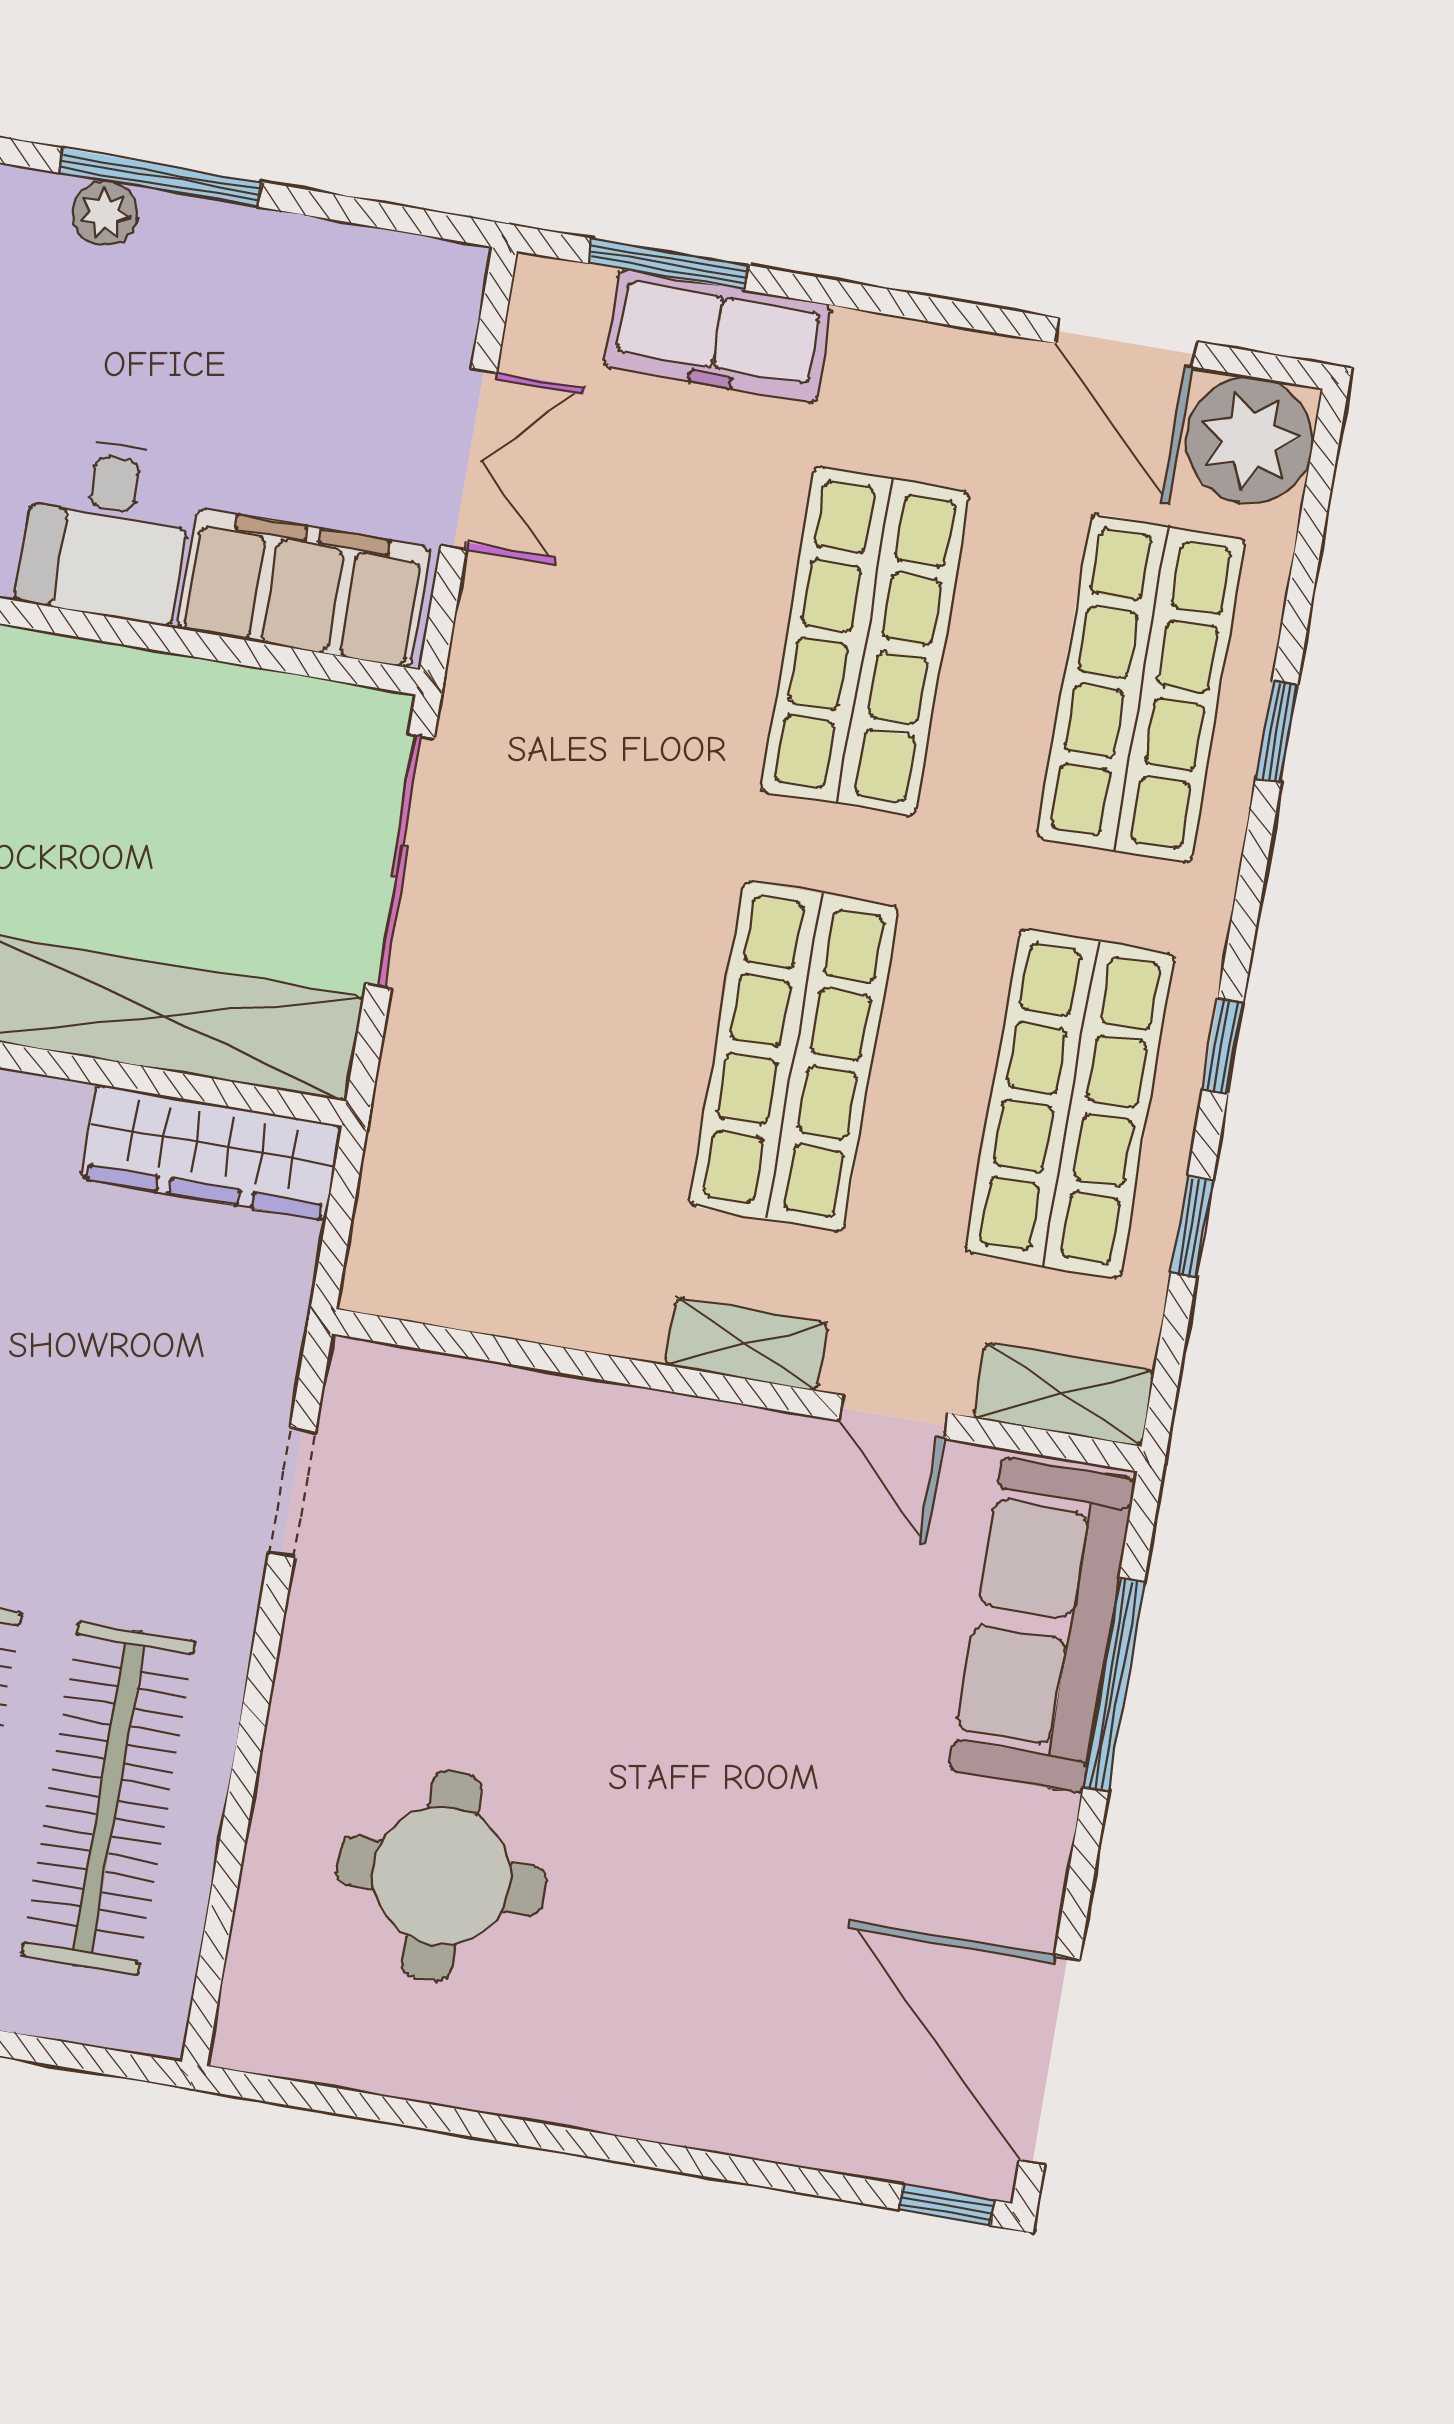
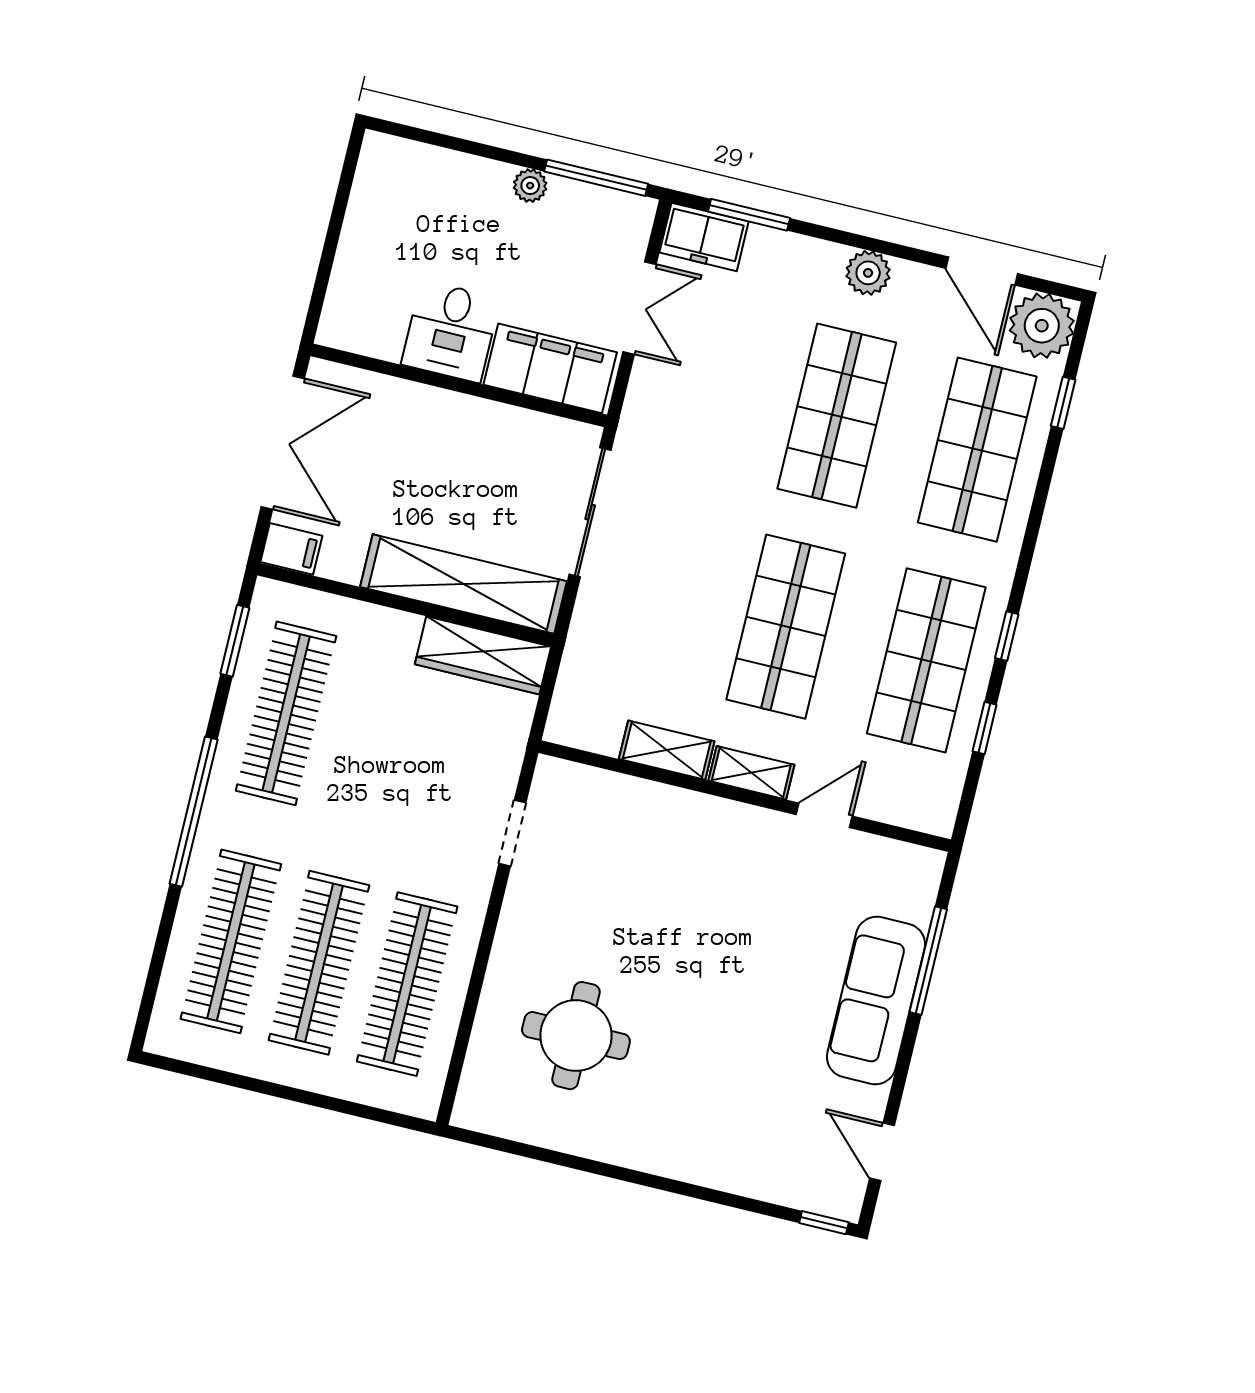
window: (160, 177) -> (596, 178), moved
plant: (105, 213) -> (530, 186), moved
freezer: (718, 336) -> (704, 237), moved, width x0.71
plant: (906, 361) -> (868, 273), added
window: (1277, 731) -> (1063, 403), moved
shelving: (1064, 1394) -> (667, 750), moved
door: (893, 1417) -> (824, 815), swing flipped
sofa: (1043, 1625) -> (876, 1001), moved
door: (1049, 2061) -> (882, 1152), width x0.53

